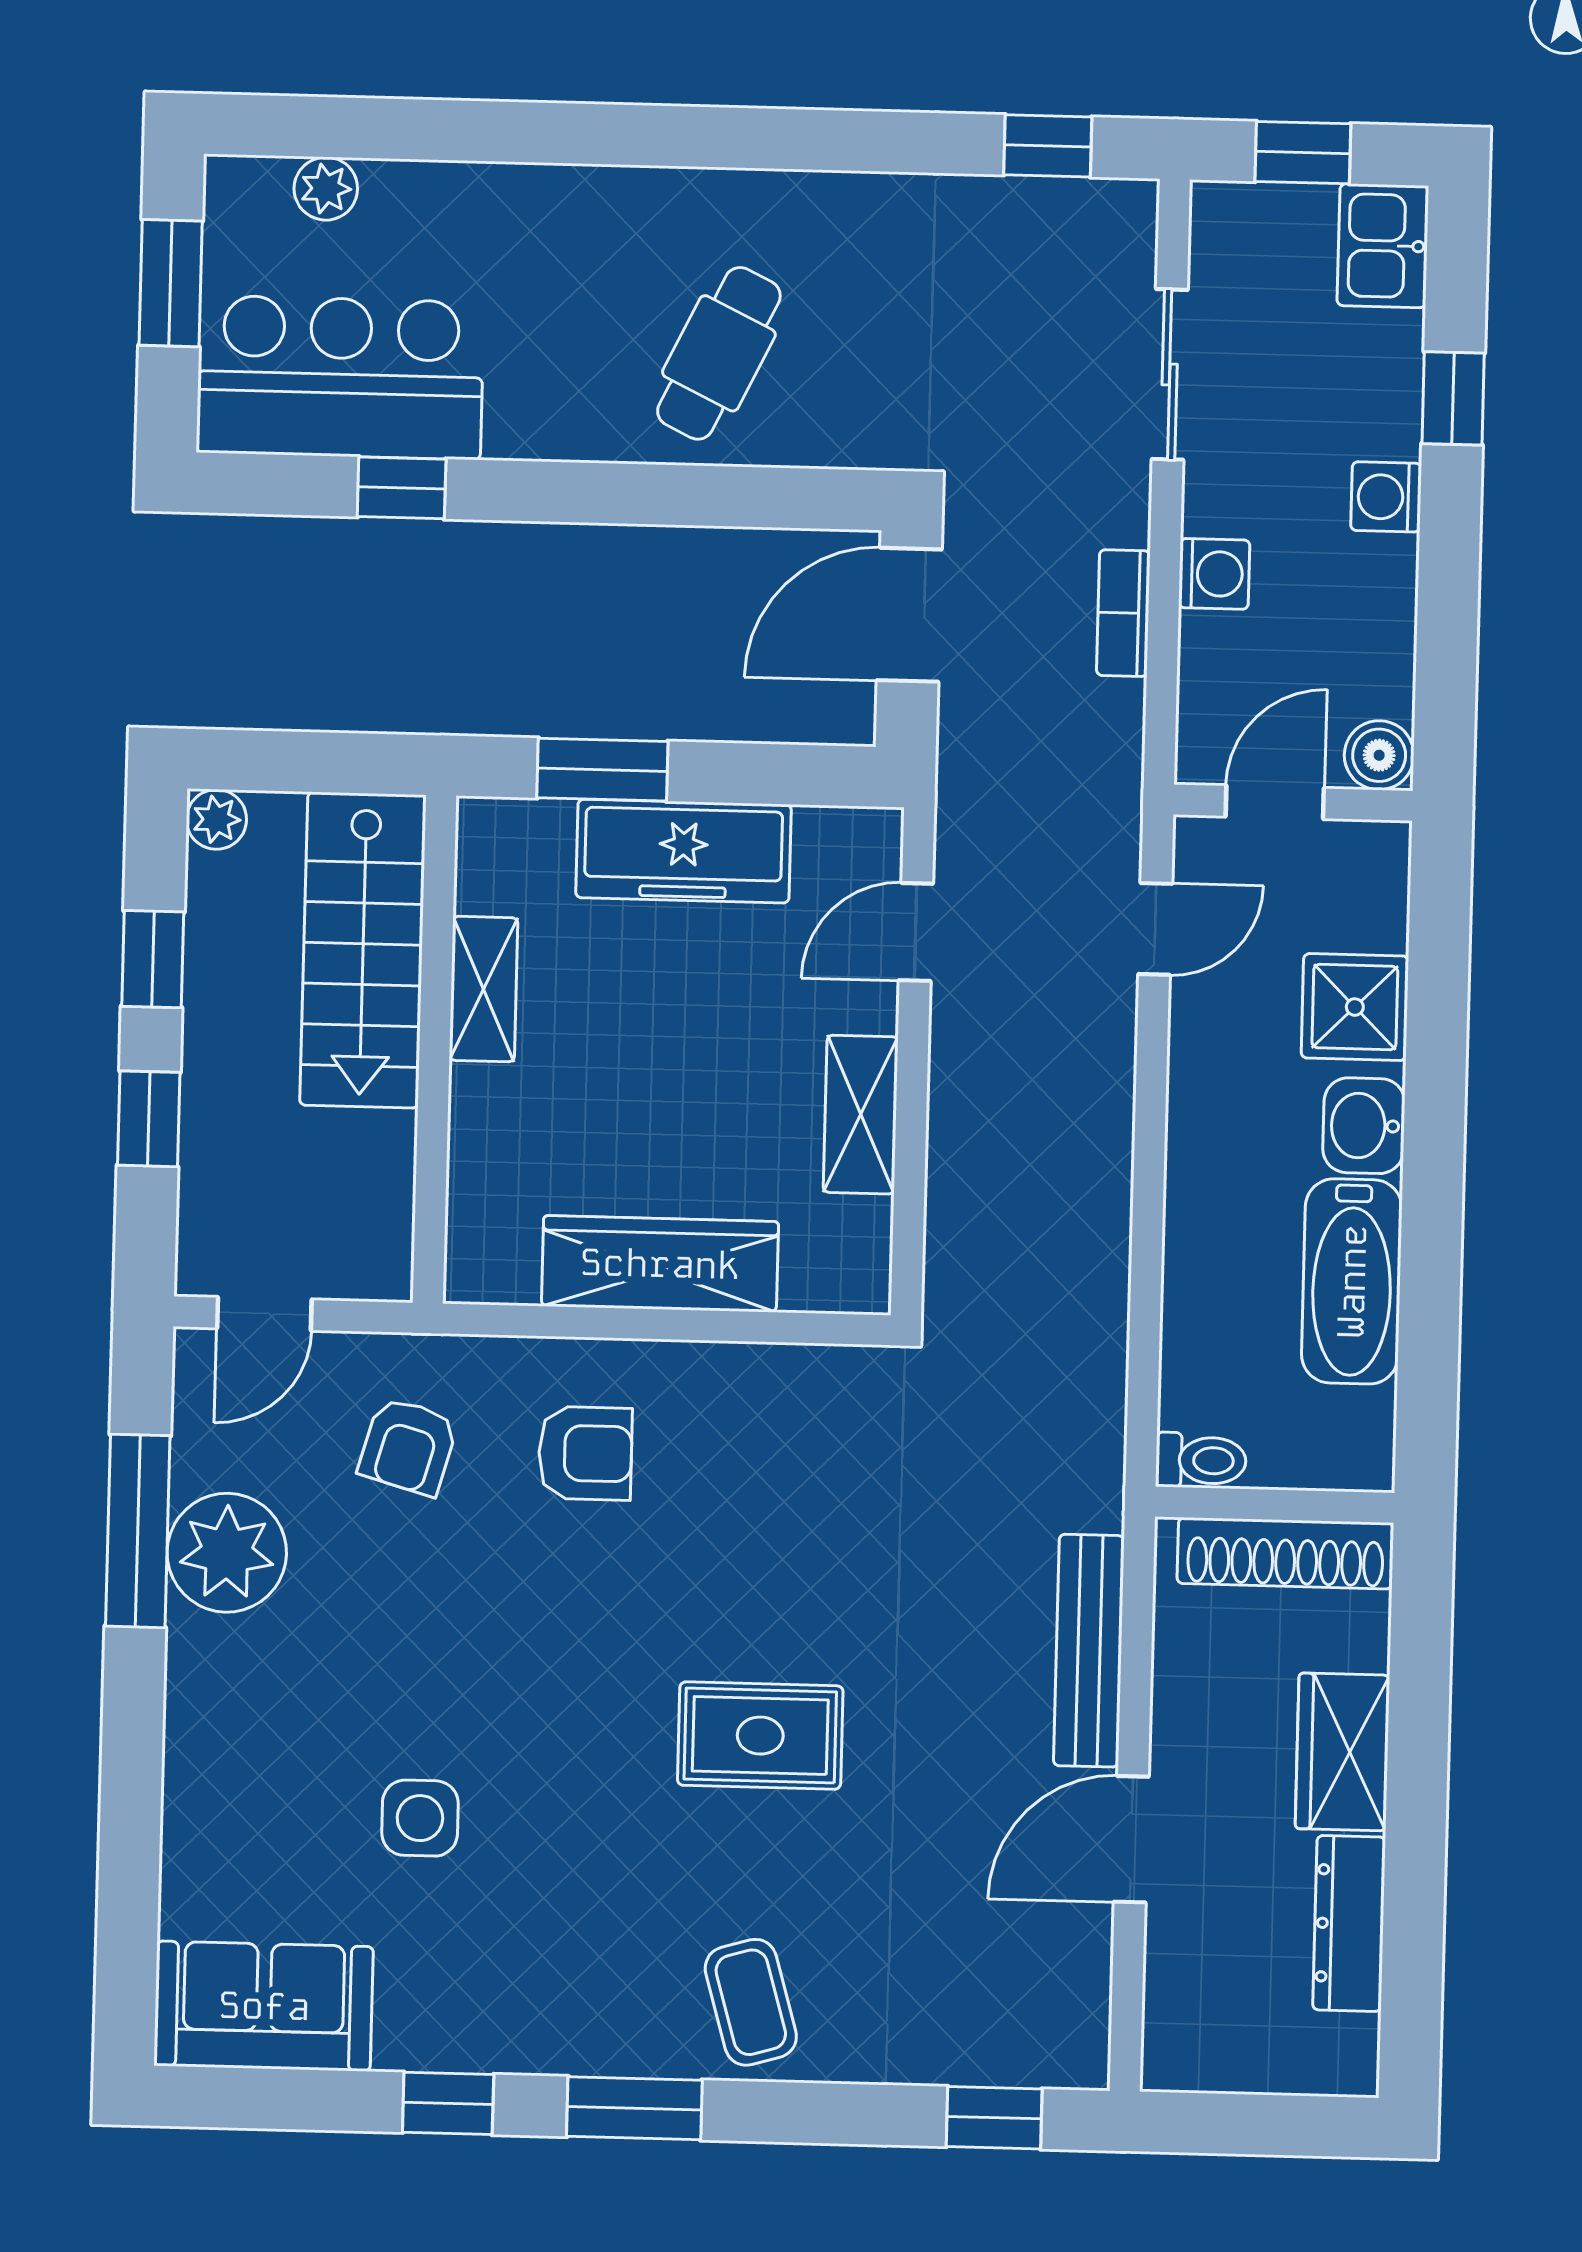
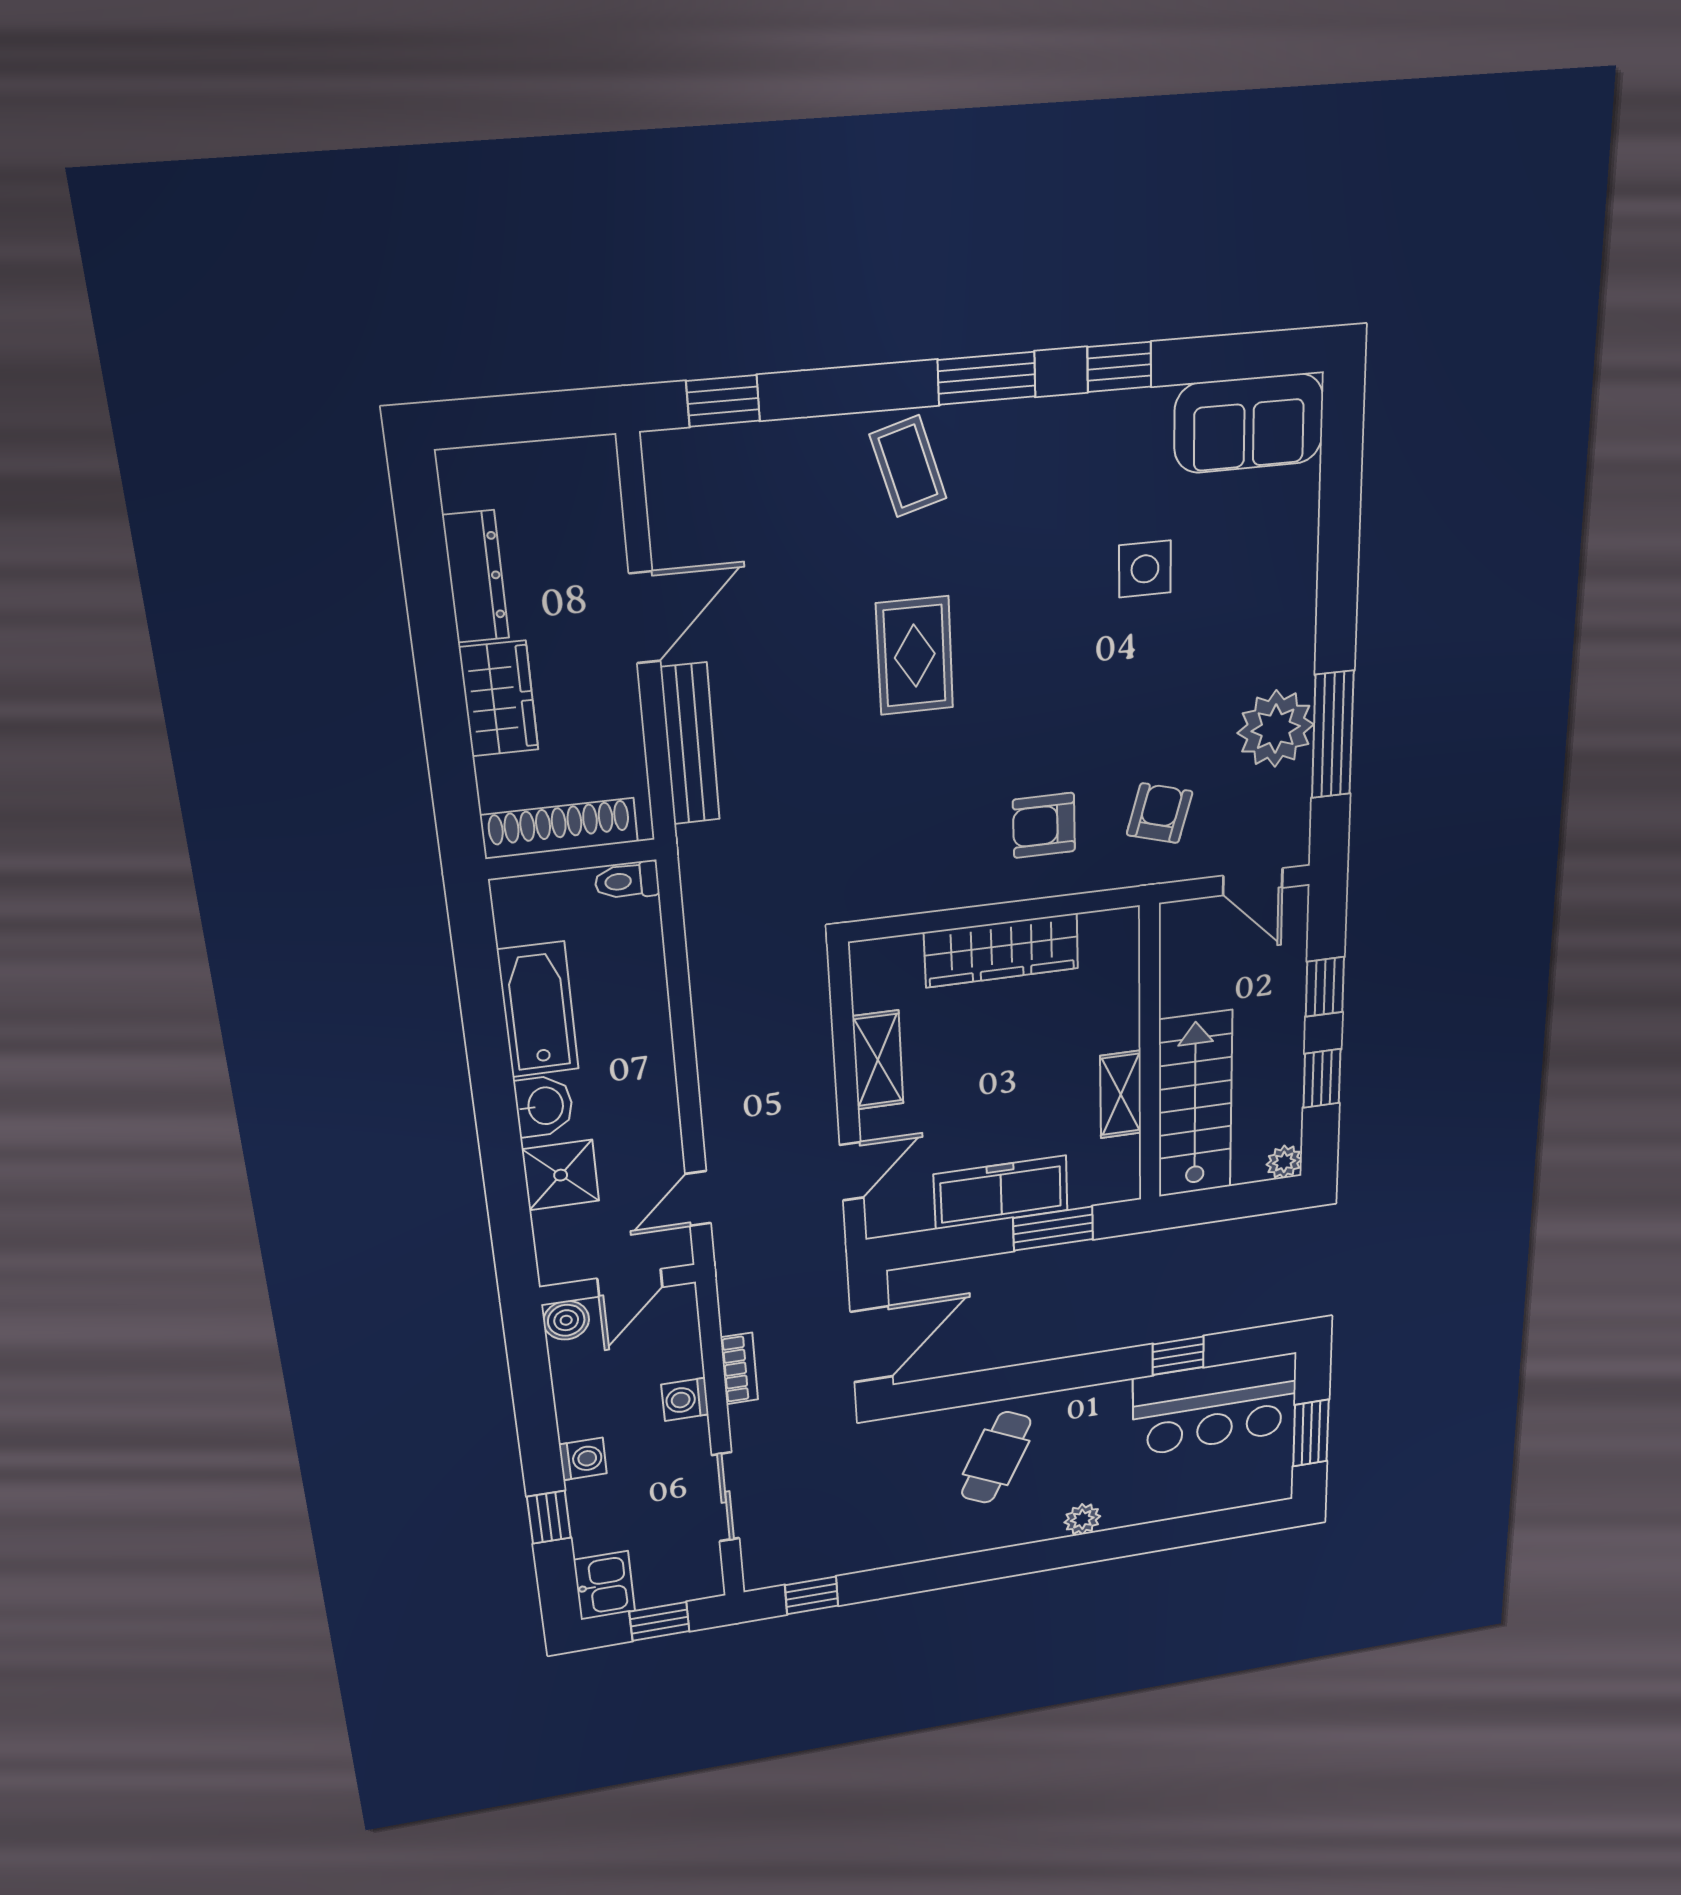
plant: (326, 189) -> (1082, 1519), moved
door: (264, 1314) -> (1253, 882), swing flipped
rug: (760, 1736) -> (915, 656), turned 90

